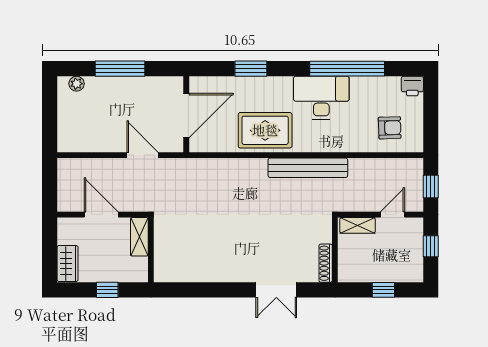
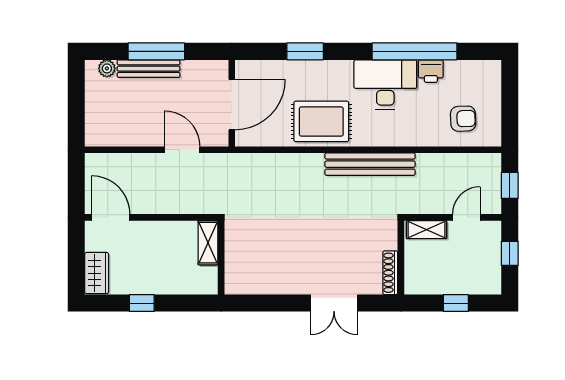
bench: (113, 84) -> (149, 69), added
printer: (412, 86) -> (431, 71), moved
door: (101, 215) -> (111, 217), moved
shelving: (139, 237) -> (208, 243), moved
wall: (151, 250) -> (221, 258), moved

